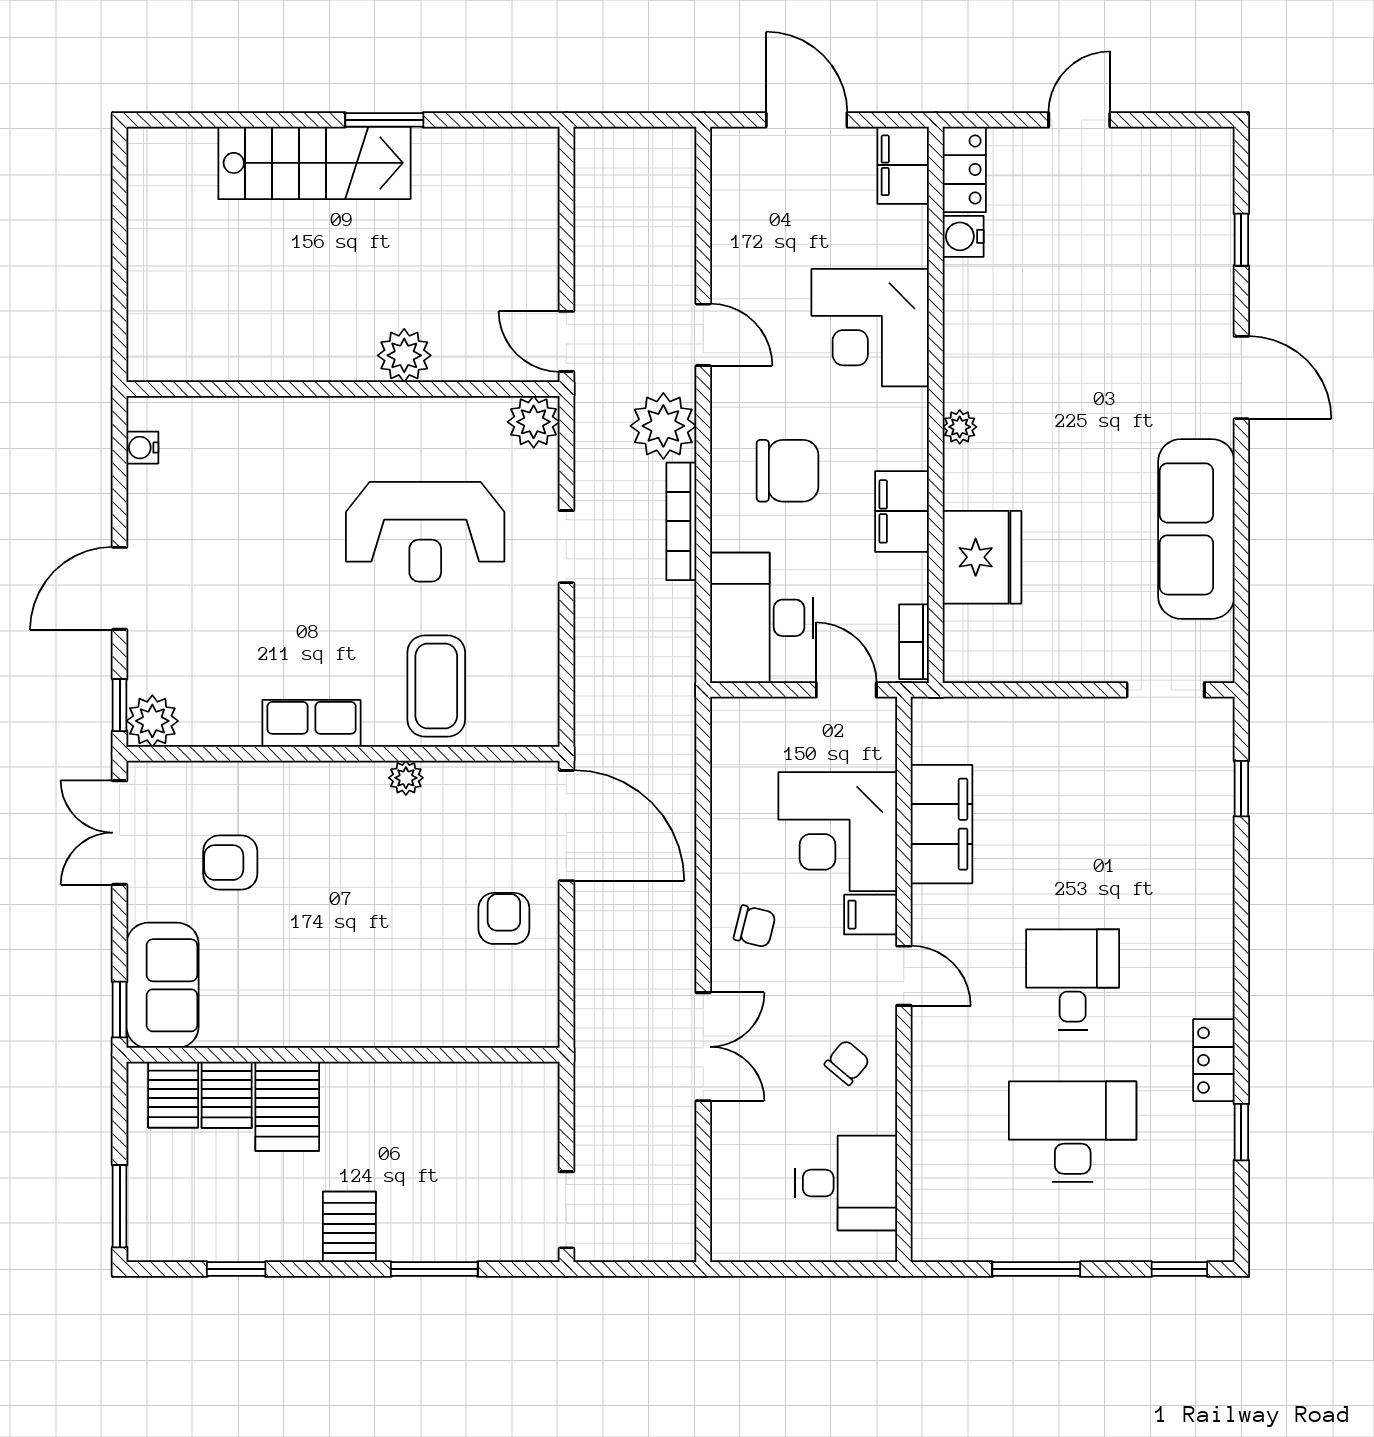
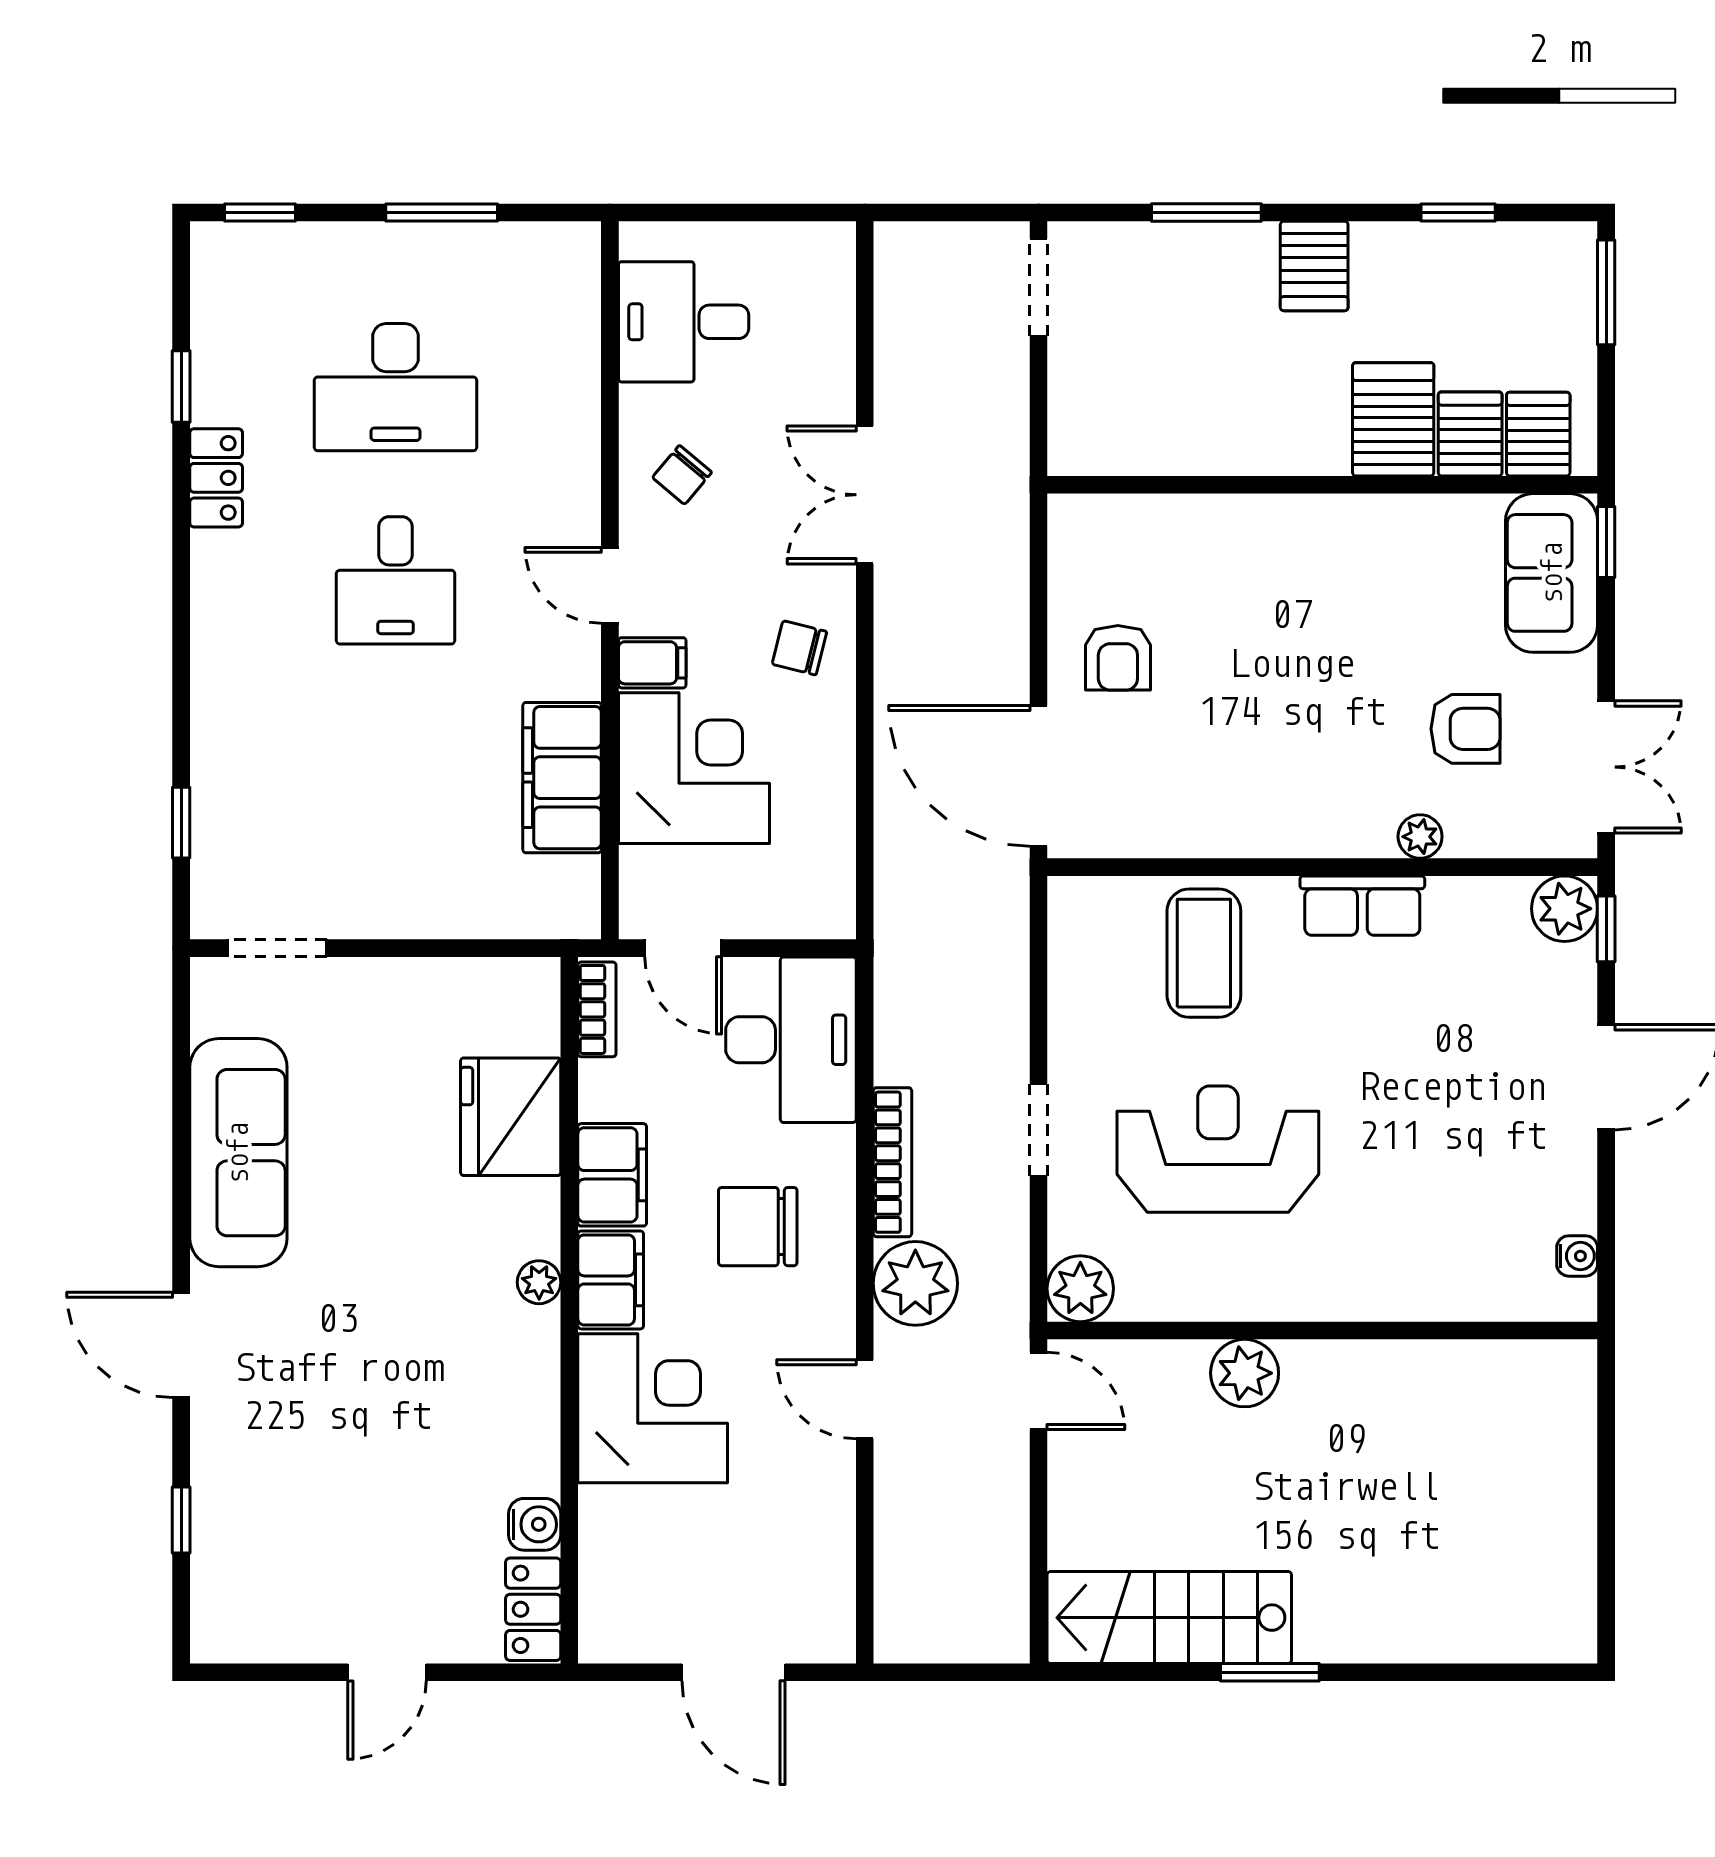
stairs: (314, 163) -> (1169, 1618), moved
filing cabinet: (903, 165) -> (611, 1280), moved
plant: (406, 778) -> (1420, 837), moved

